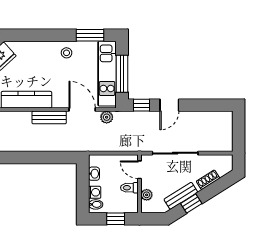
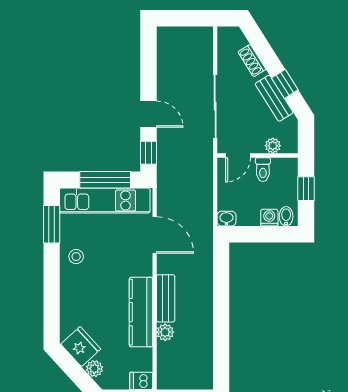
door: (82, 109) -> (155, 235), swing flipped
bench: (49, 117) -> (166, 298), moved
plant: (107, 117) -> (165, 332), moved
washbasin: (94, 174) -> (226, 219), moved

